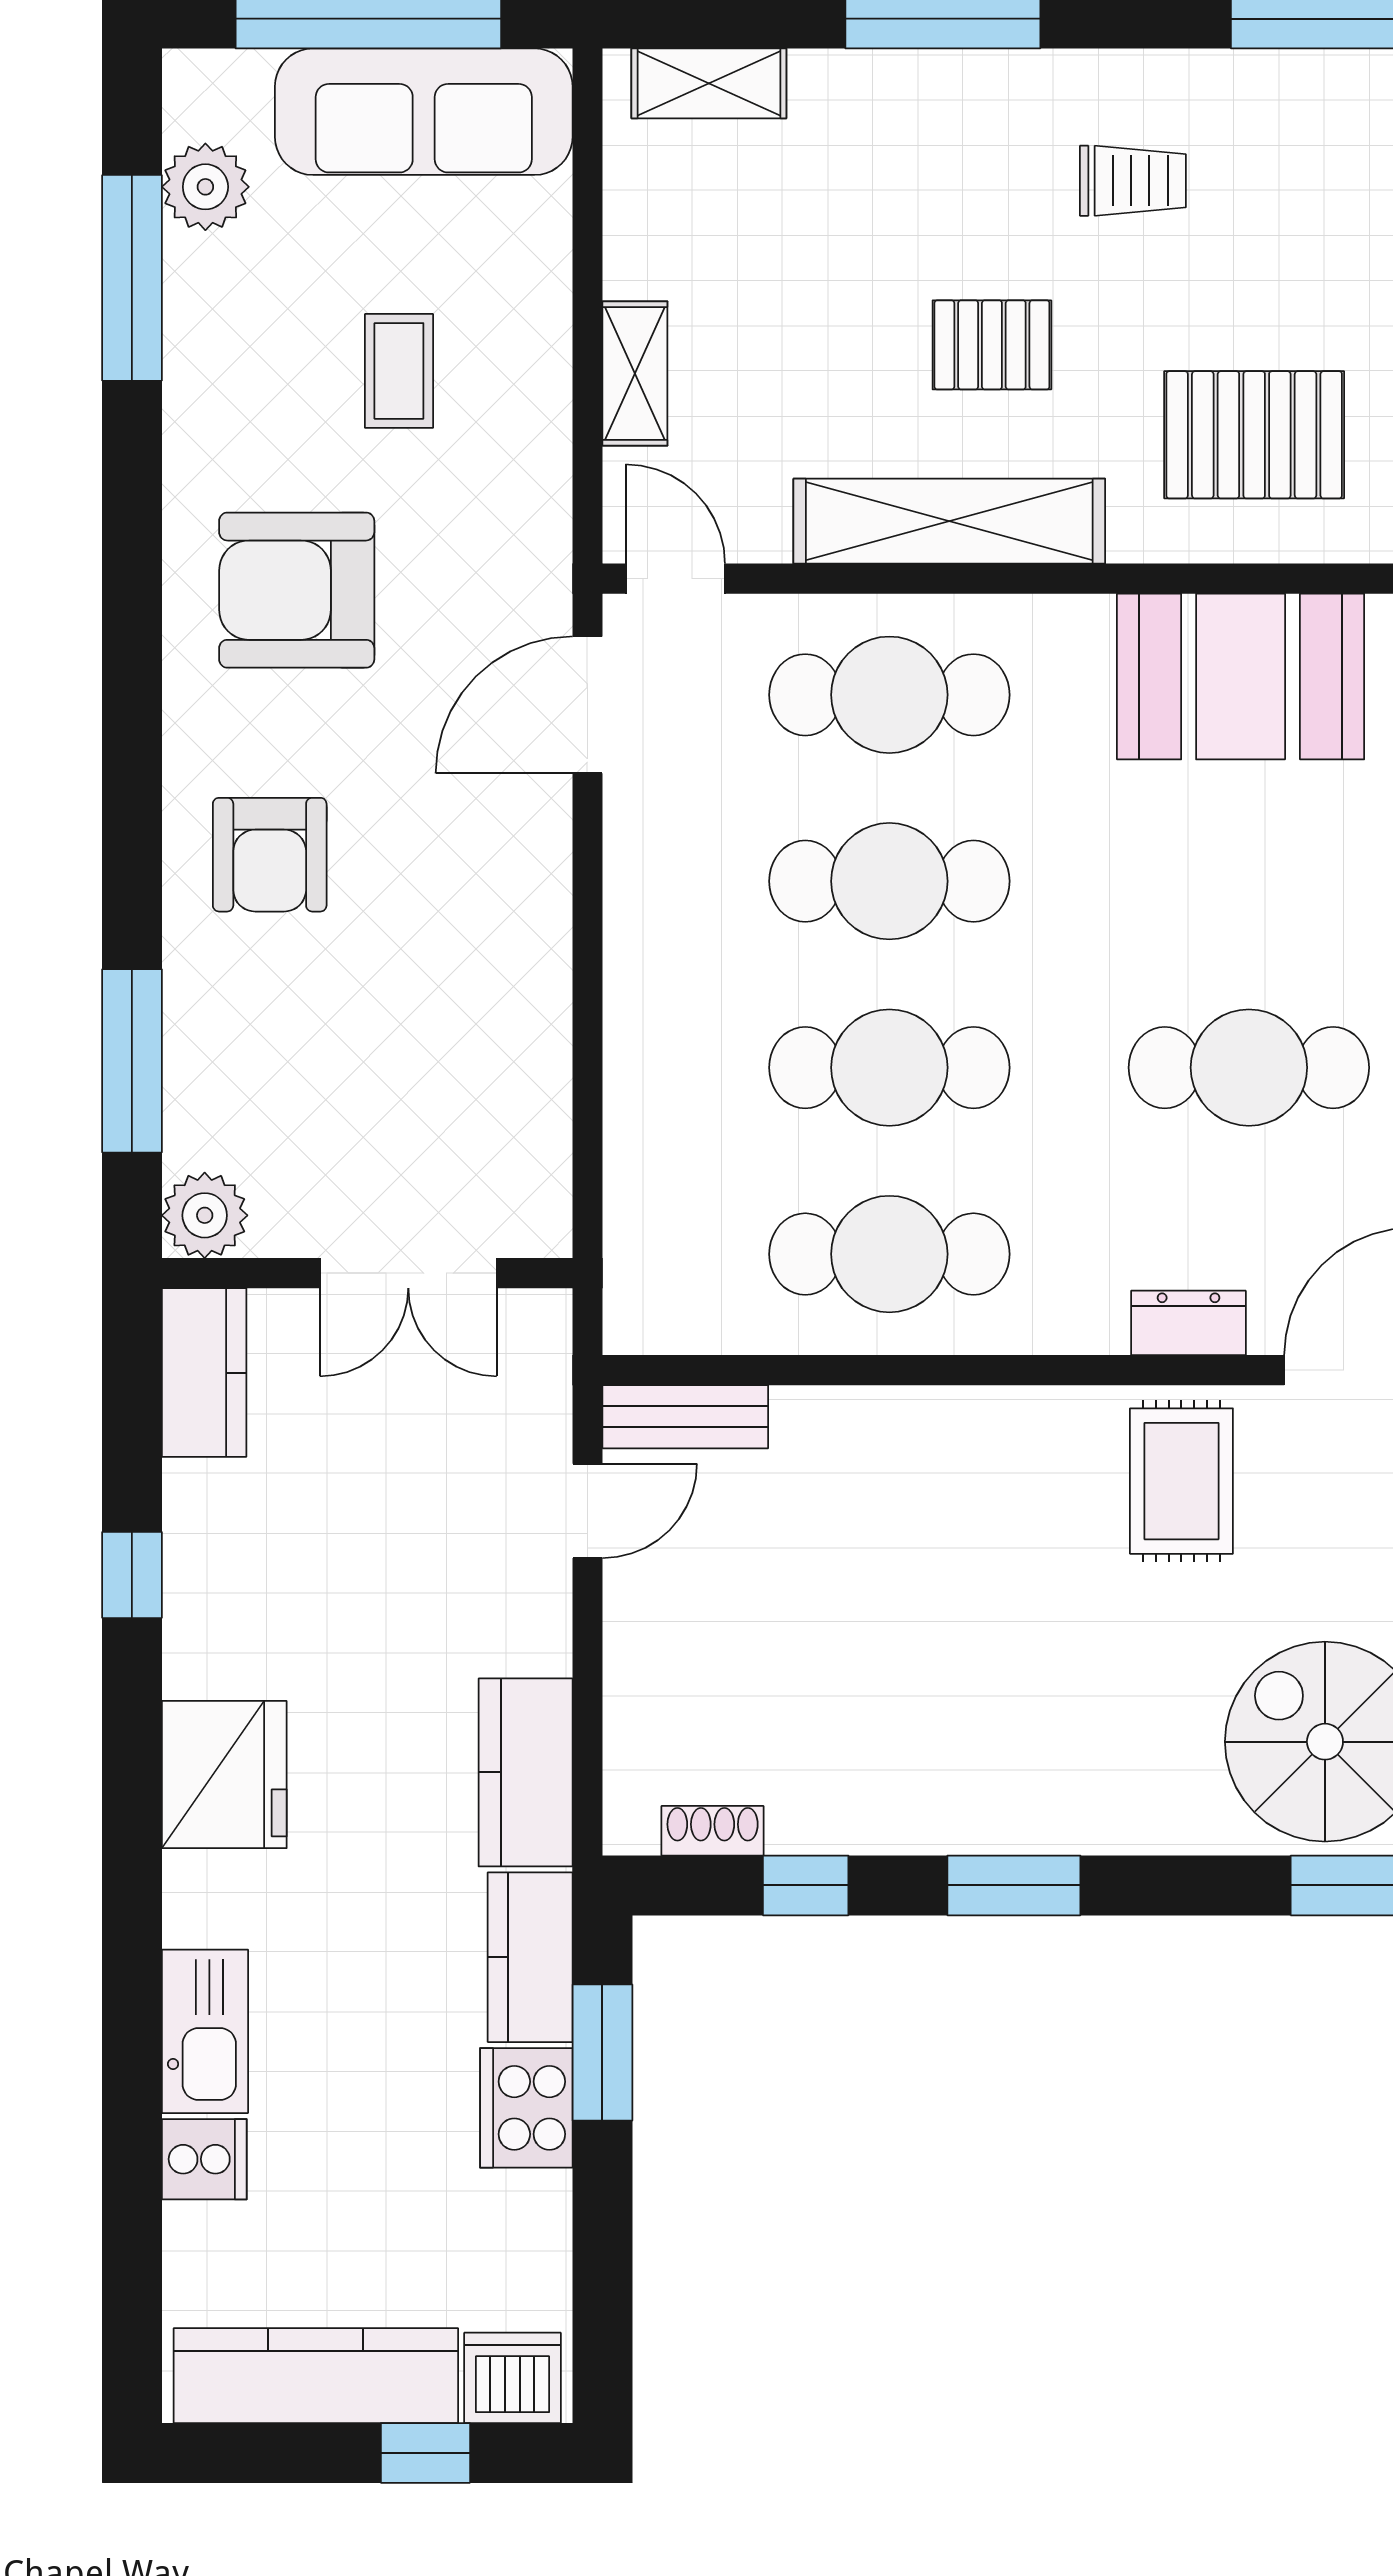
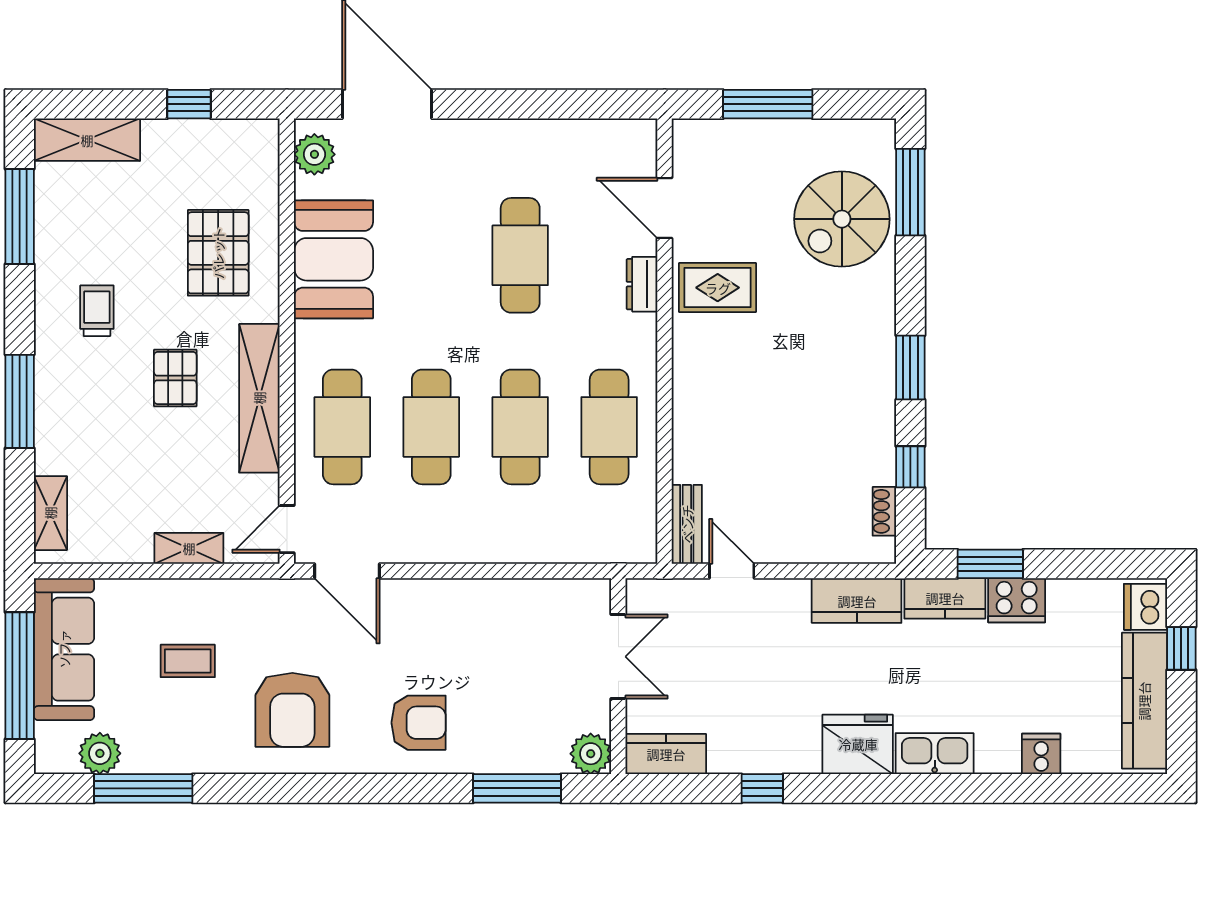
kitchen sink: (205, 2031) -> (935, 754), moved

